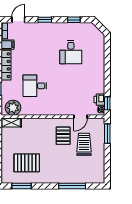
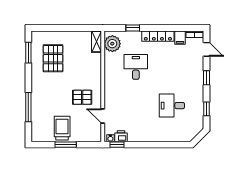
window: (107, 134) -> (66, 145), moved
trolley: (84, 144) -> (62, 128), moved, turned -90

